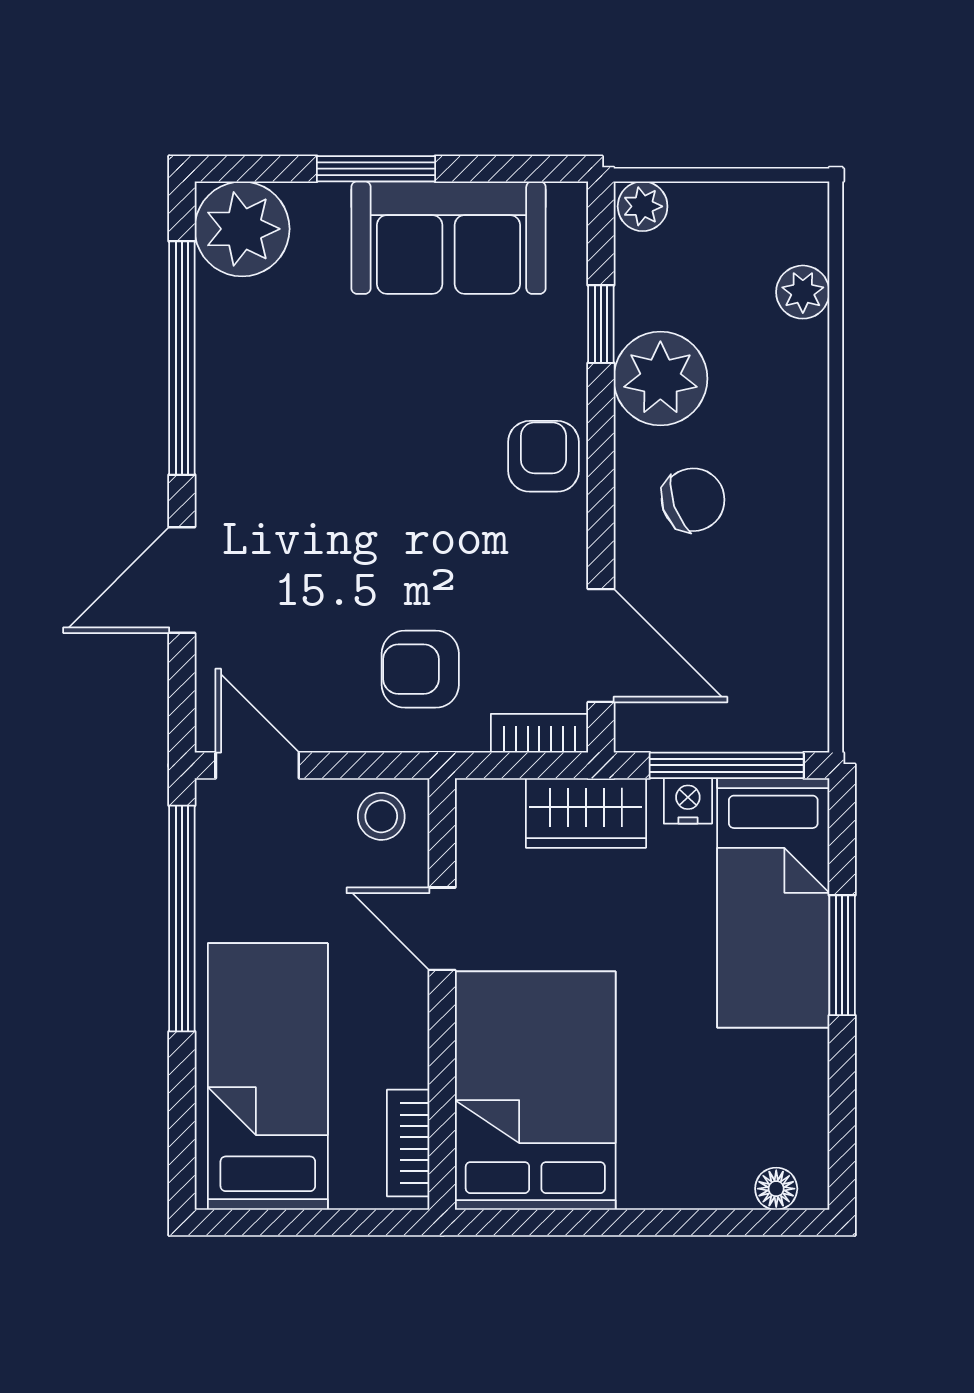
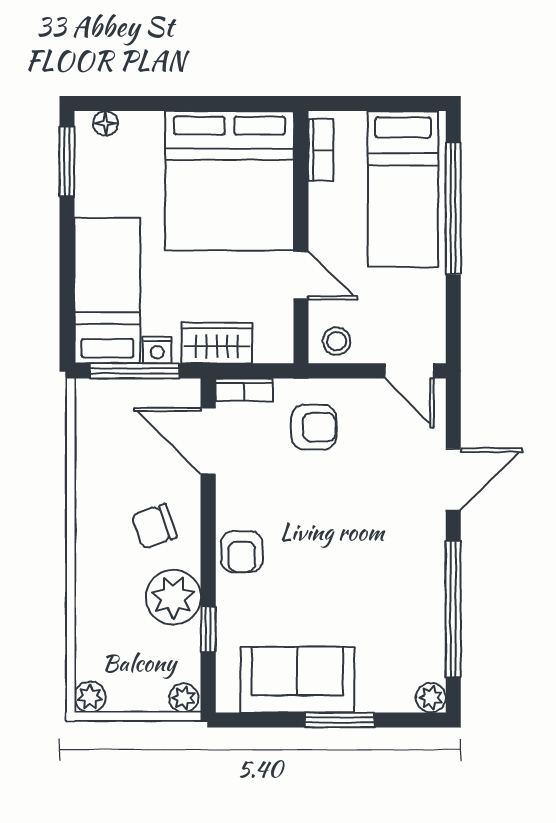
plant: (242, 229) -> (431, 698), width x0.53, depth x0.53
plant: (803, 292) -> (90, 697), moved
window: (182, 918) -> (453, 208), moved
window: (842, 955) -> (67, 161), moved
bed: (535, 1091) -> (229, 181), width x1.36

